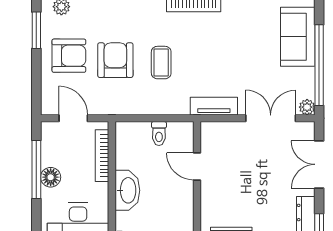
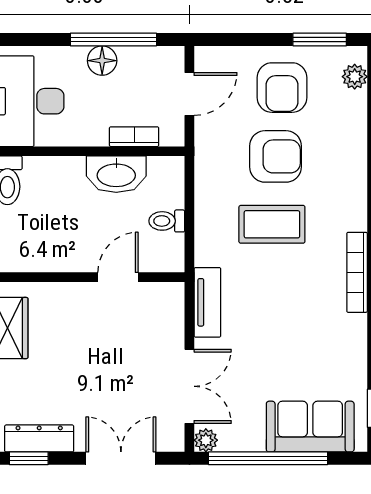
coffee table: (161, 63) -> (272, 224), width x1.36, depth x1.30
bookcase: (102, 156) -> (134, 137), width x0.64
washbasin: (127, 190) -> (116, 174), moved

